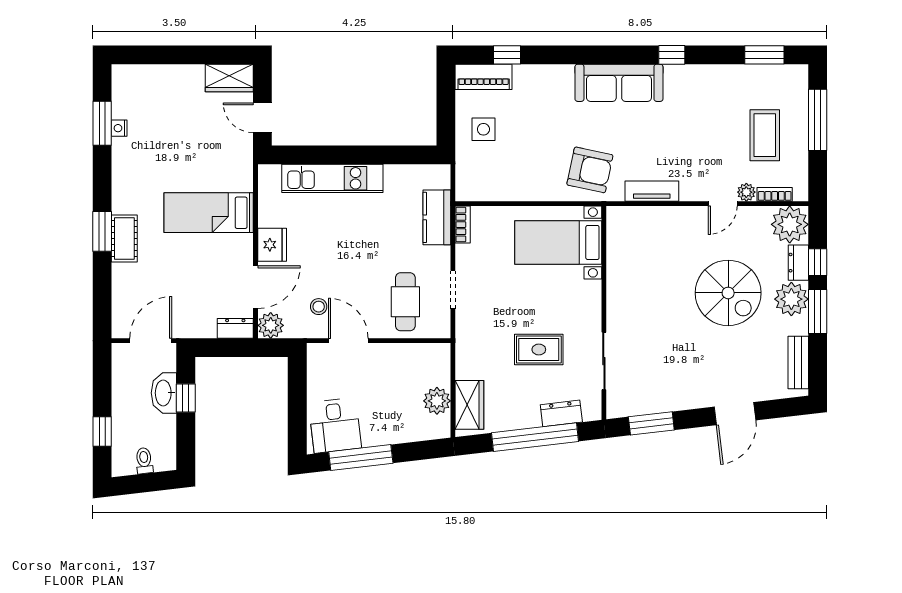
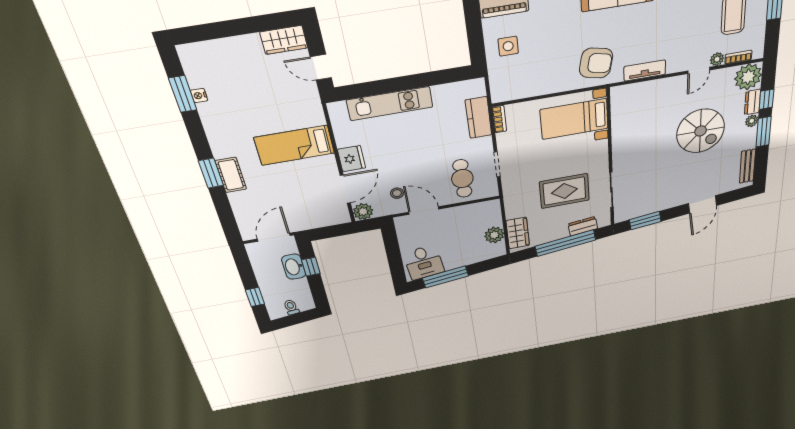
plant: (791, 299) -> (752, 121), width x0.53, depth x0.53
dresser: (235, 328) -> (336, 218), removed
rug: (539, 349) -> (564, 191), width x1.36, depth x1.43

